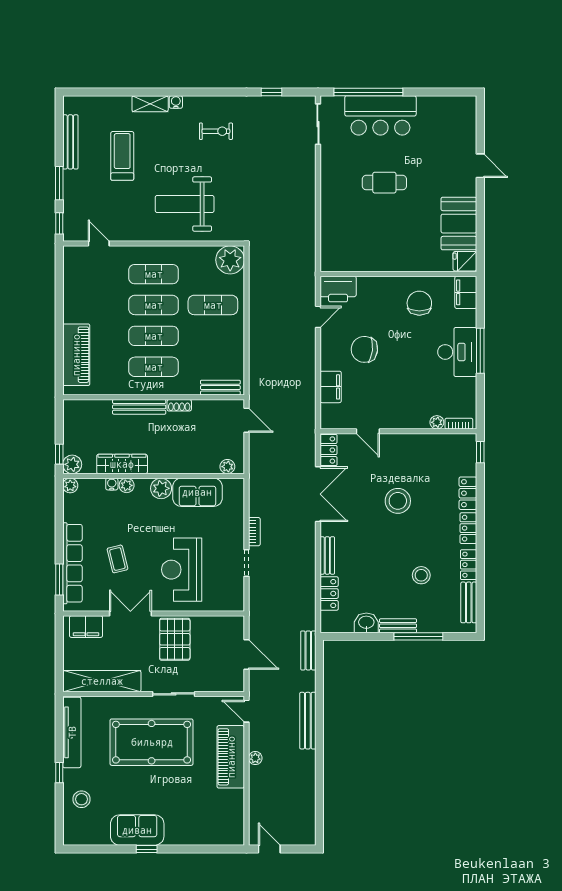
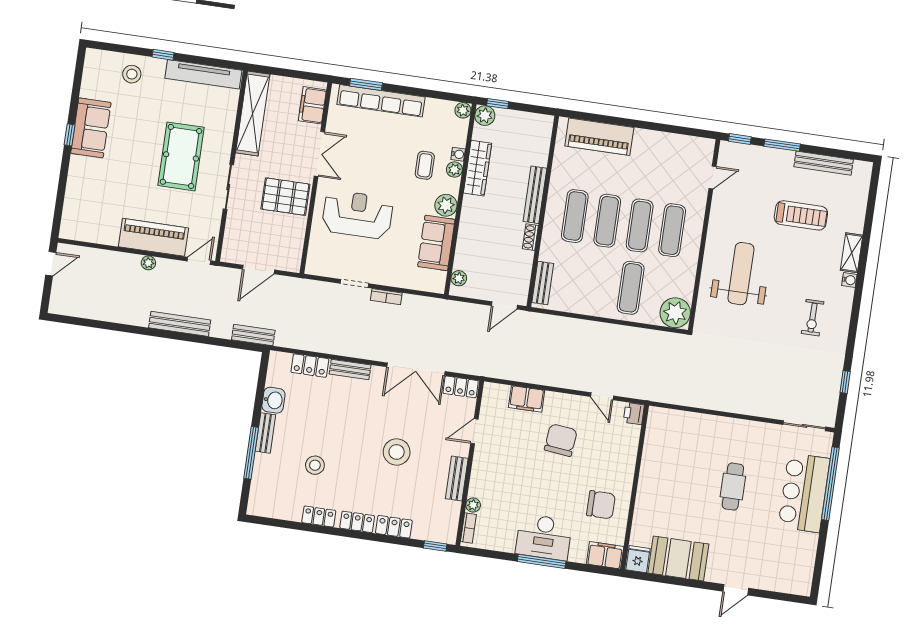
printer: (338, 289) -> (634, 414), width x0.53, depth x0.68
coffee table: (117, 559) -> (425, 165), moved, turned -76
bench: (469, 602) -> (457, 479), moved, turned 90
pool table: (152, 742) -> (181, 156), width x0.73, depth x0.76

